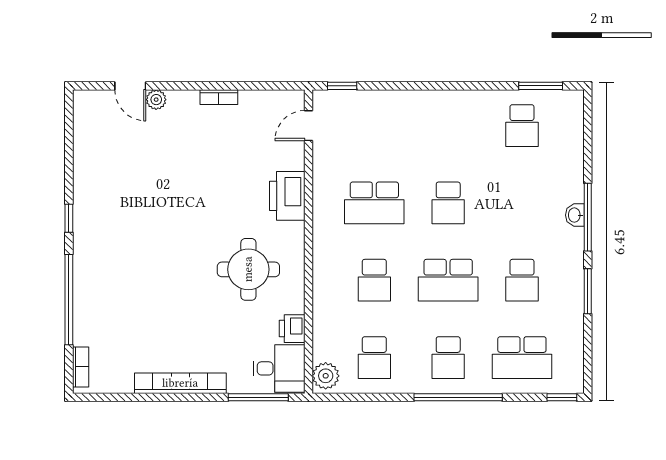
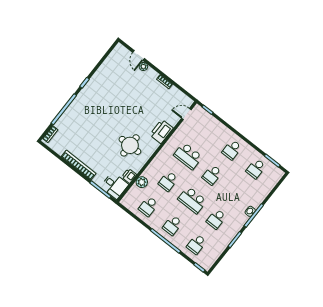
school desk: (448, 126) -> (232, 150), added
school desk: (522, 358) -> (196, 244), width x0.54
plant: (326, 376) -> (142, 182), moved

